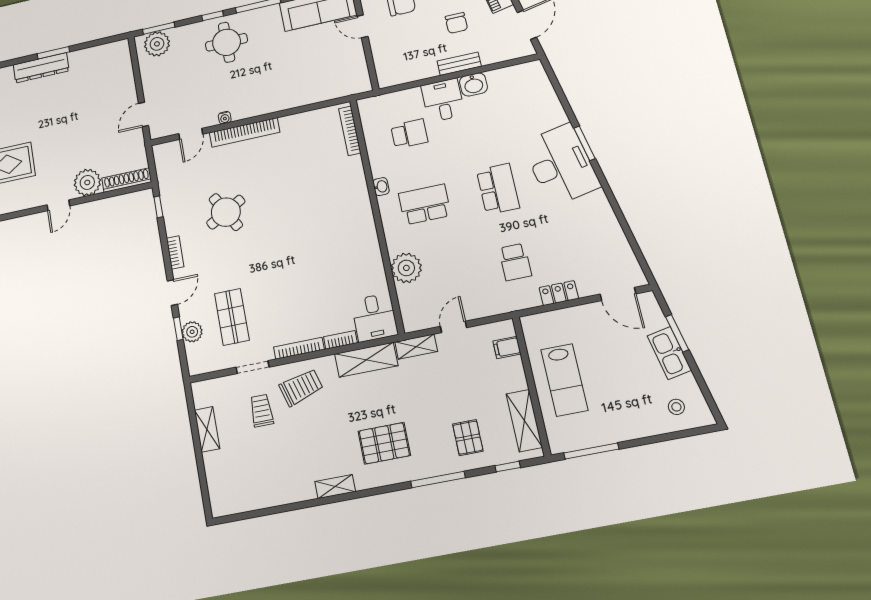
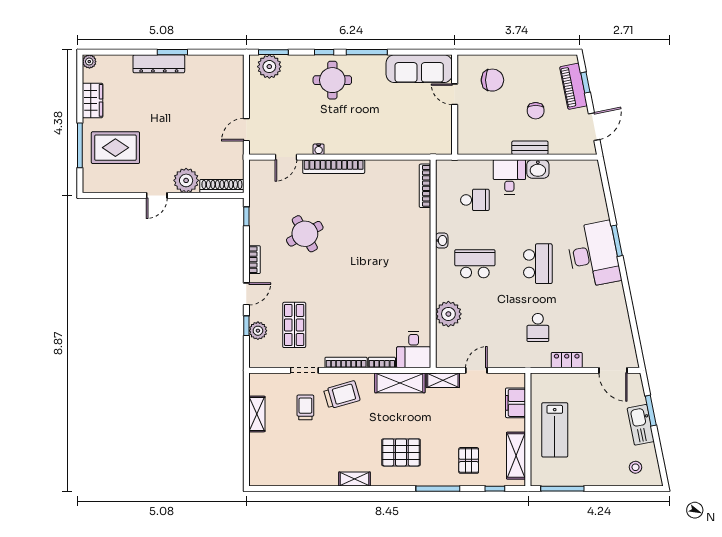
filing cabinet: (507, 347) -> (516, 403), width x2.00

